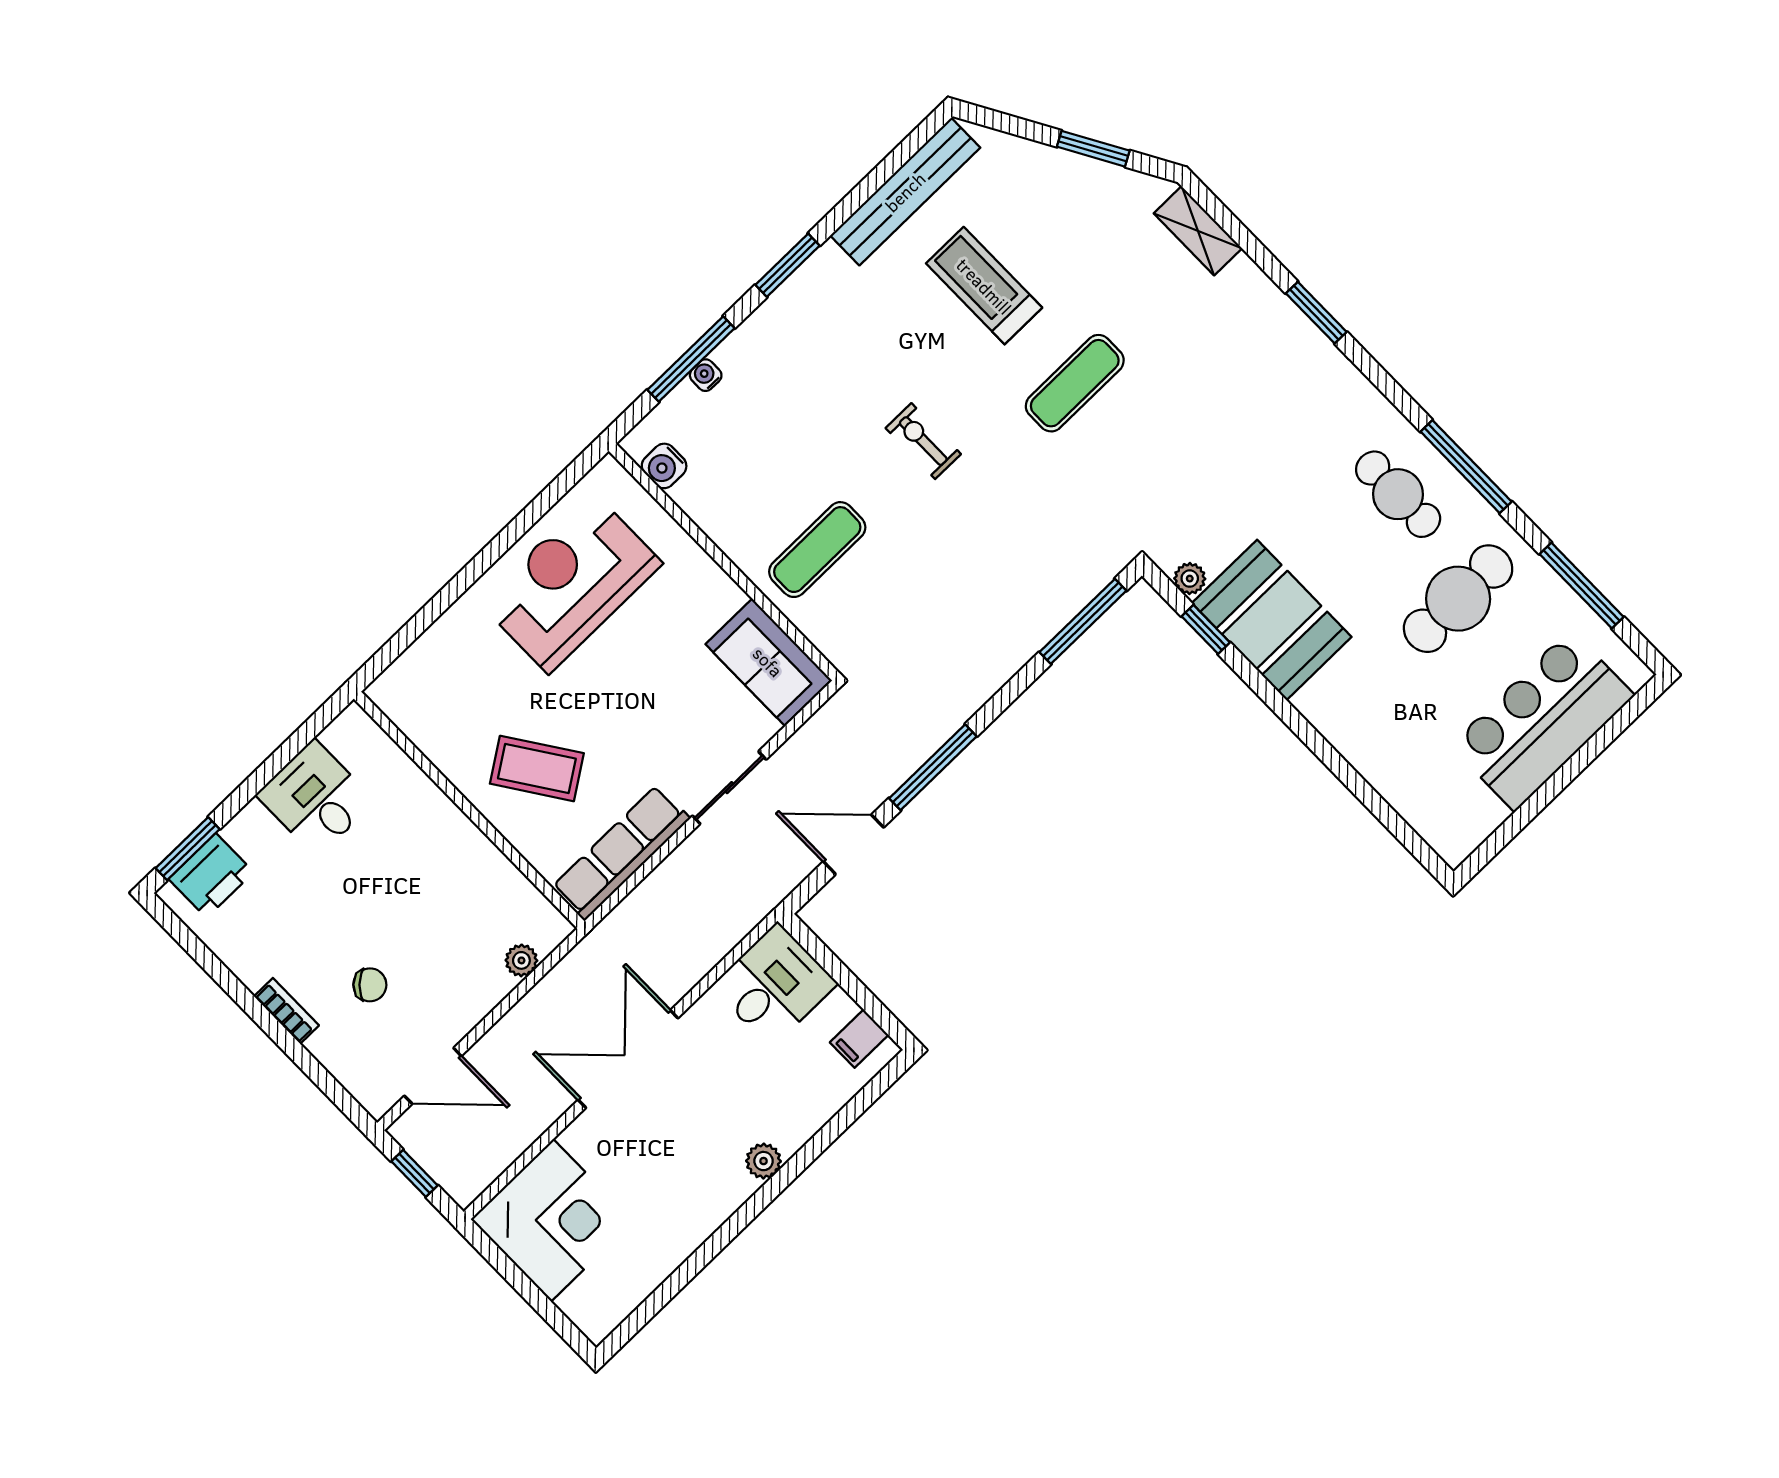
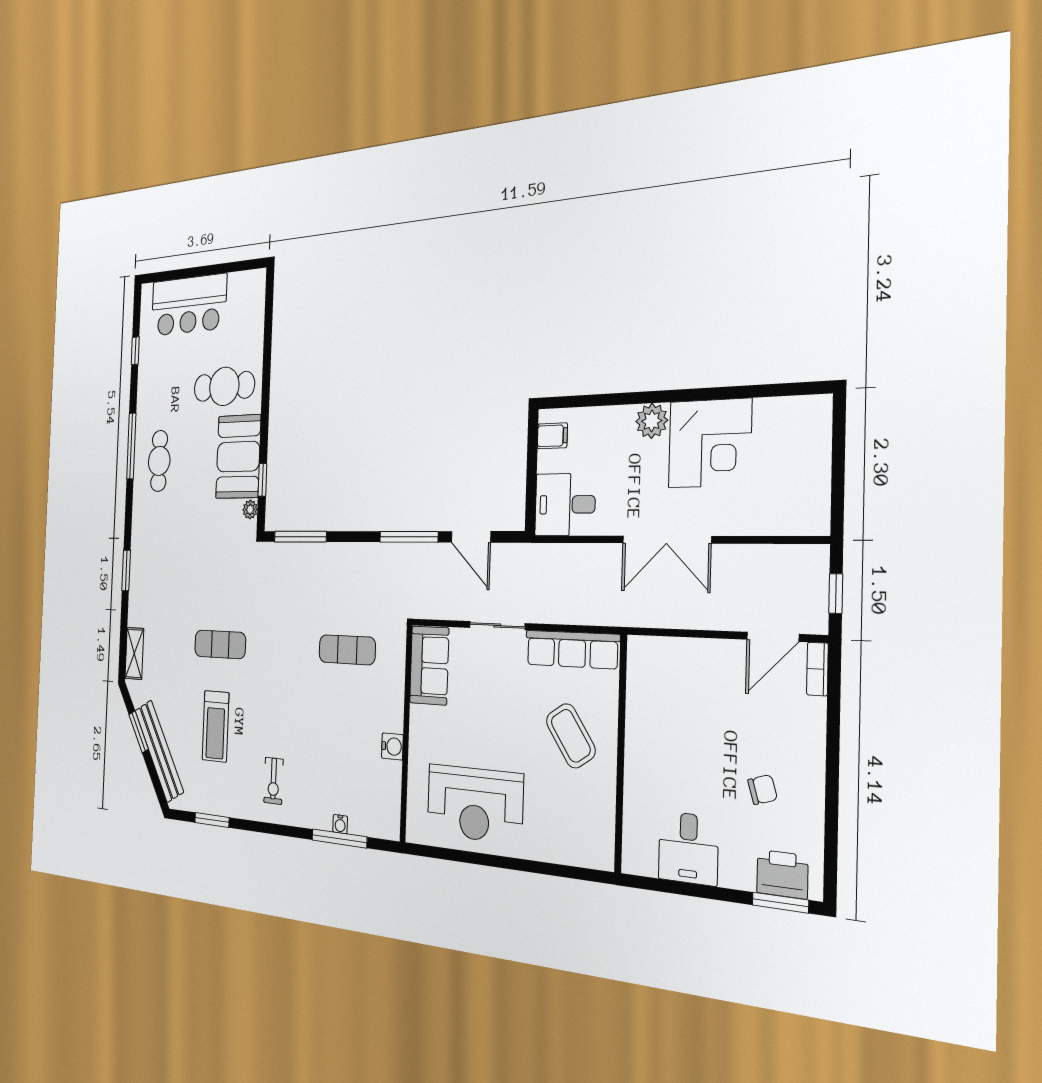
bench: (905, 192) -> (159, 751), moved, turned 61
window: (787, 265) -> (212, 820), moved
exercise bike: (923, 441) -> (273, 781), moved
water cooler: (664, 466) -> (392, 746), moved
exercise mat: (817, 550) -> (347, 650), moved
window: (1582, 586) -> (135, 351), width x0.46
cafe table: (1458, 599) -> (224, 386), moved
plant: (521, 960) -> (669, 648), removed
chair: (370, 985) -> (763, 790), moved, turned 118
bookcase: (286, 1011) -> (817, 669), moved
door: (433, 1076) -> (773, 637), swing flipped
plant: (764, 1161) -> (652, 421), width x1.38, depth x1.38
corner desk: (552, 1220) -> (710, 443), moved, turned 180

